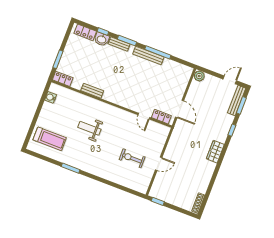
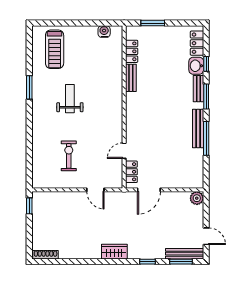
locker: (63, 79) -> (132, 51), moved
weight bench: (89, 128) -> (70, 99), moved
door: (159, 164) -> (95, 190), moved

